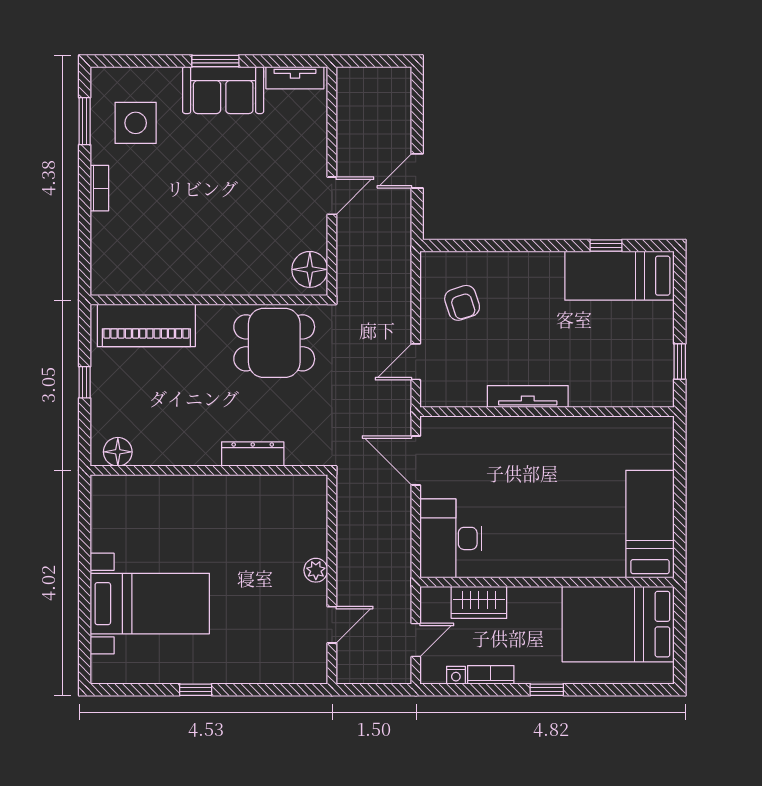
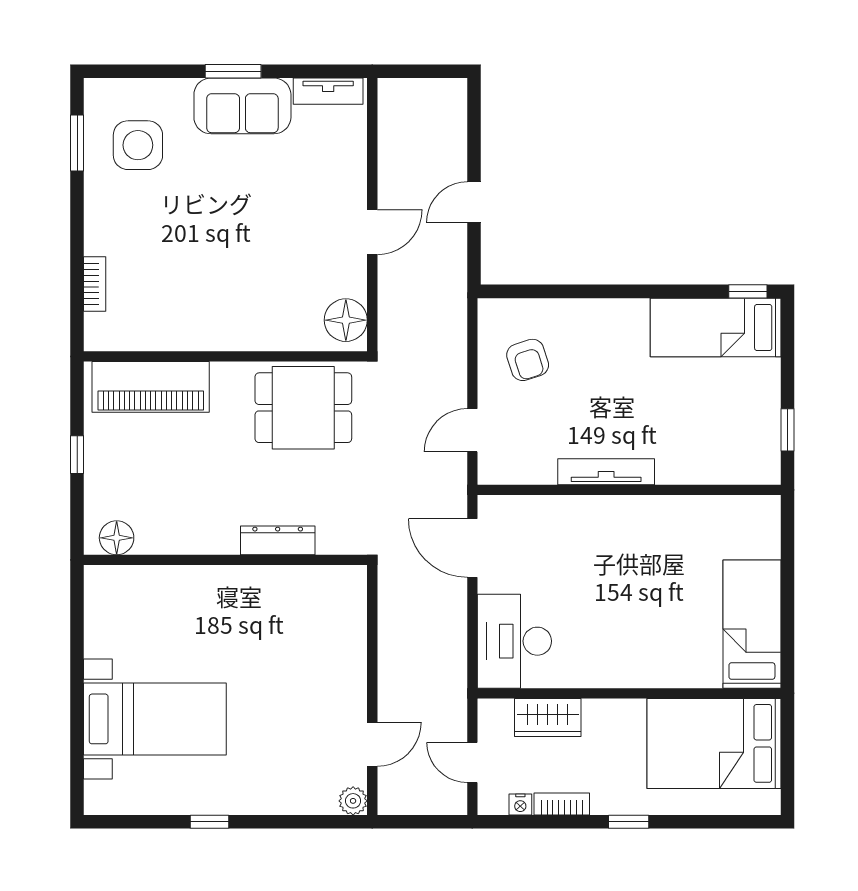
bookcase: (99, 188) -> (95, 284), moved
window: (606, 245) -> (748, 291), moved
plant: (316, 570) -> (353, 801), moved
door: (416, 640) -> (472, 763), swing flipped

